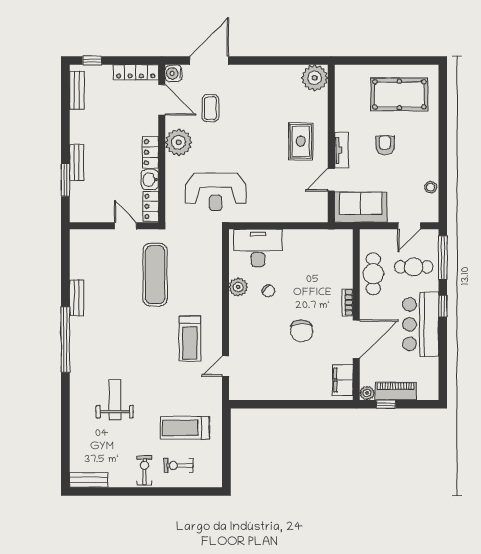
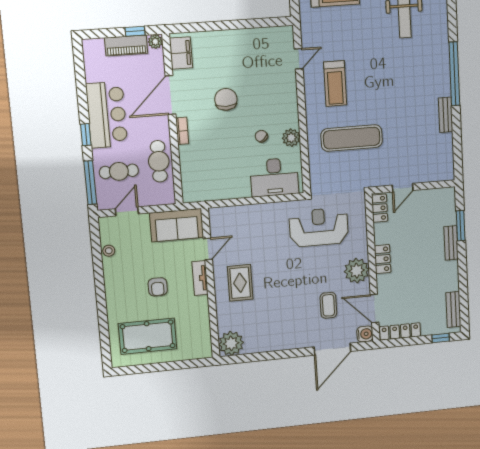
washbasin: (150, 180) -> (382, 233), removed
door: (125, 226) -> (403, 188), hinge flipped
exercise mat: (155, 275) -> (352, 138), moved, turned 90
treadmill: (190, 339) -> (335, 84), turned 180

